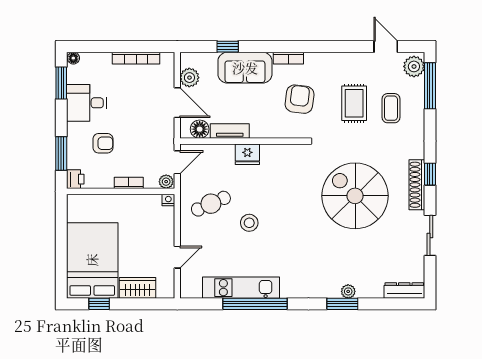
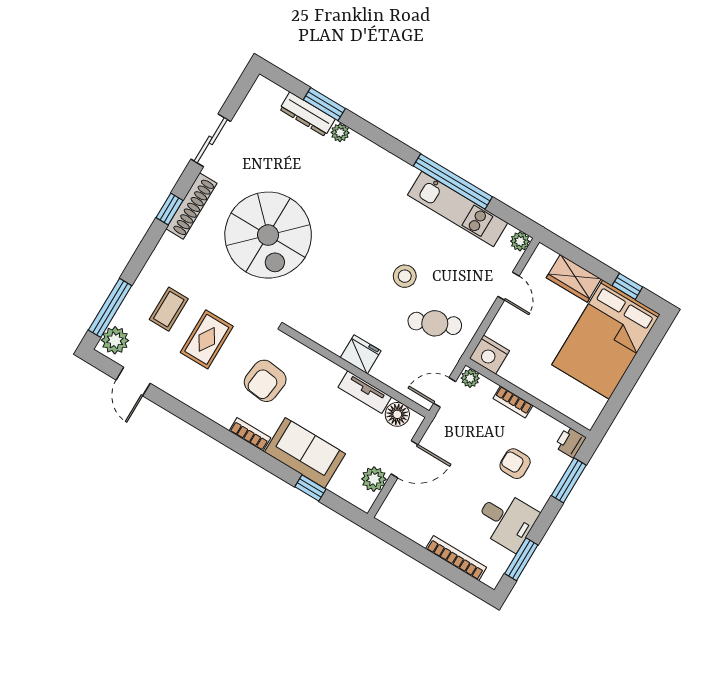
floor lamp: (73, 58) -> (491, 579), removed
bookcase: (136, 58) -> (456, 558), moved
door: (177, 103) -> (405, 459), swing flipped
nightstand: (168, 200) -> (489, 355), width x1.89, depth x1.79
door: (177, 257) -> (509, 286), swing flipped
plant: (187, 291) -> (520, 241), added
dresser: (404, 291) -> (307, 114), moved
window: (342, 304) -> (324, 104), moved

